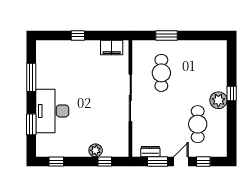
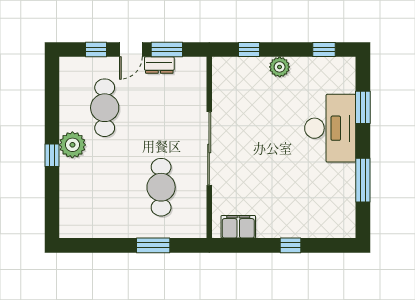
plant: (96, 150) -> (280, 67), moved
dresser: (150, 152) -> (159, 65), moved

